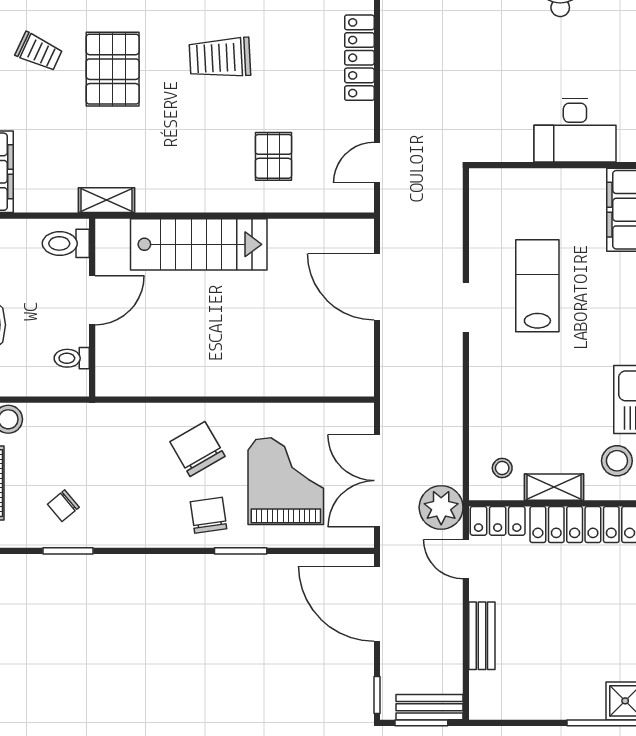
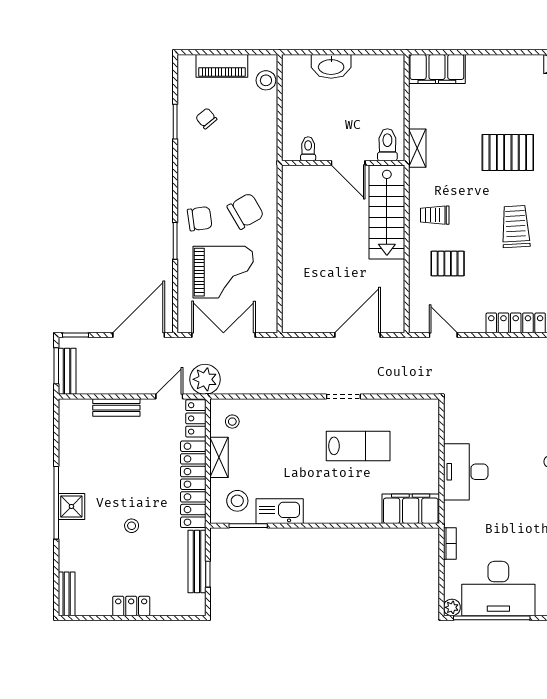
trolley: (39, 52) -> (435, 215), moved, turned 65
toilet: (66, 243) -> (387, 145), moved
door: (92, 300) -> (348, 163), moved
wall: (92, 308) -> (343, 163), moved
toilet: (72, 358) -> (308, 149), moved

